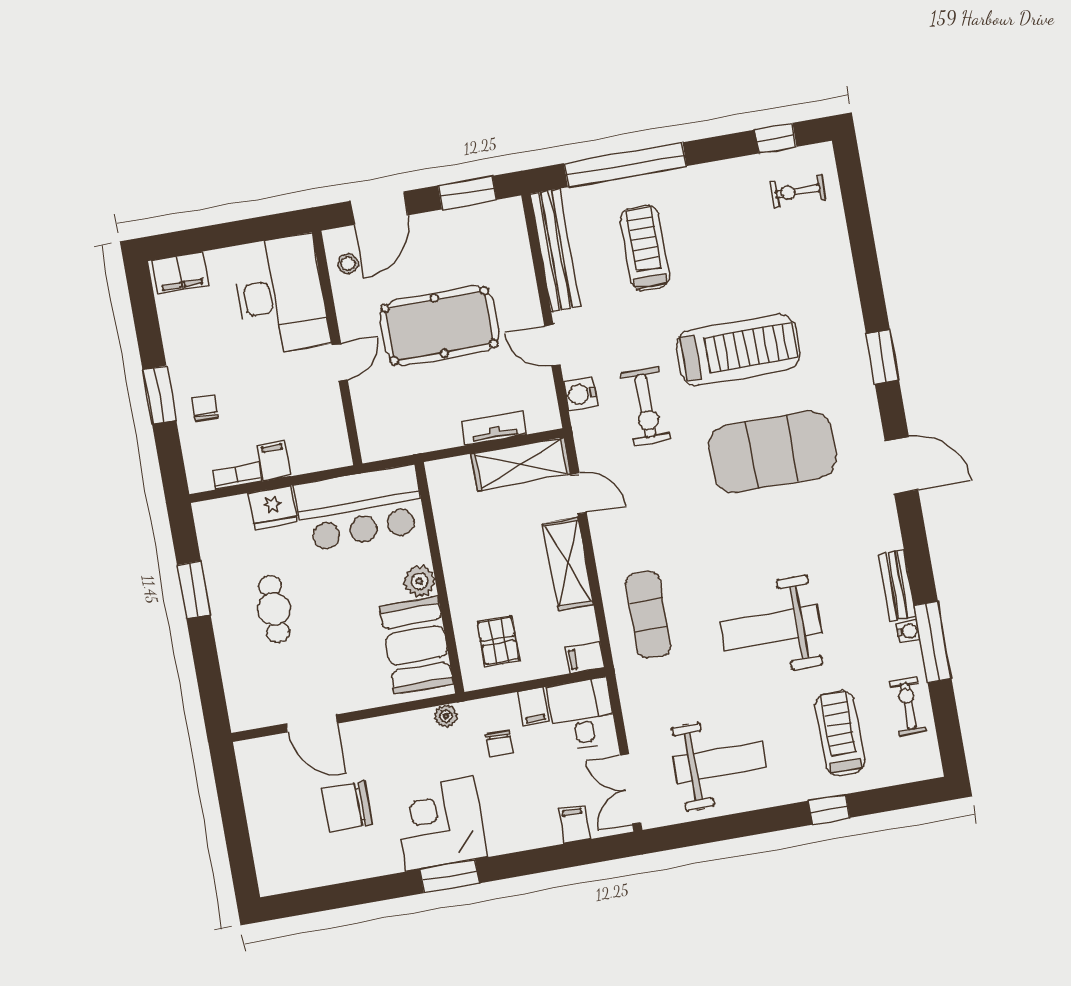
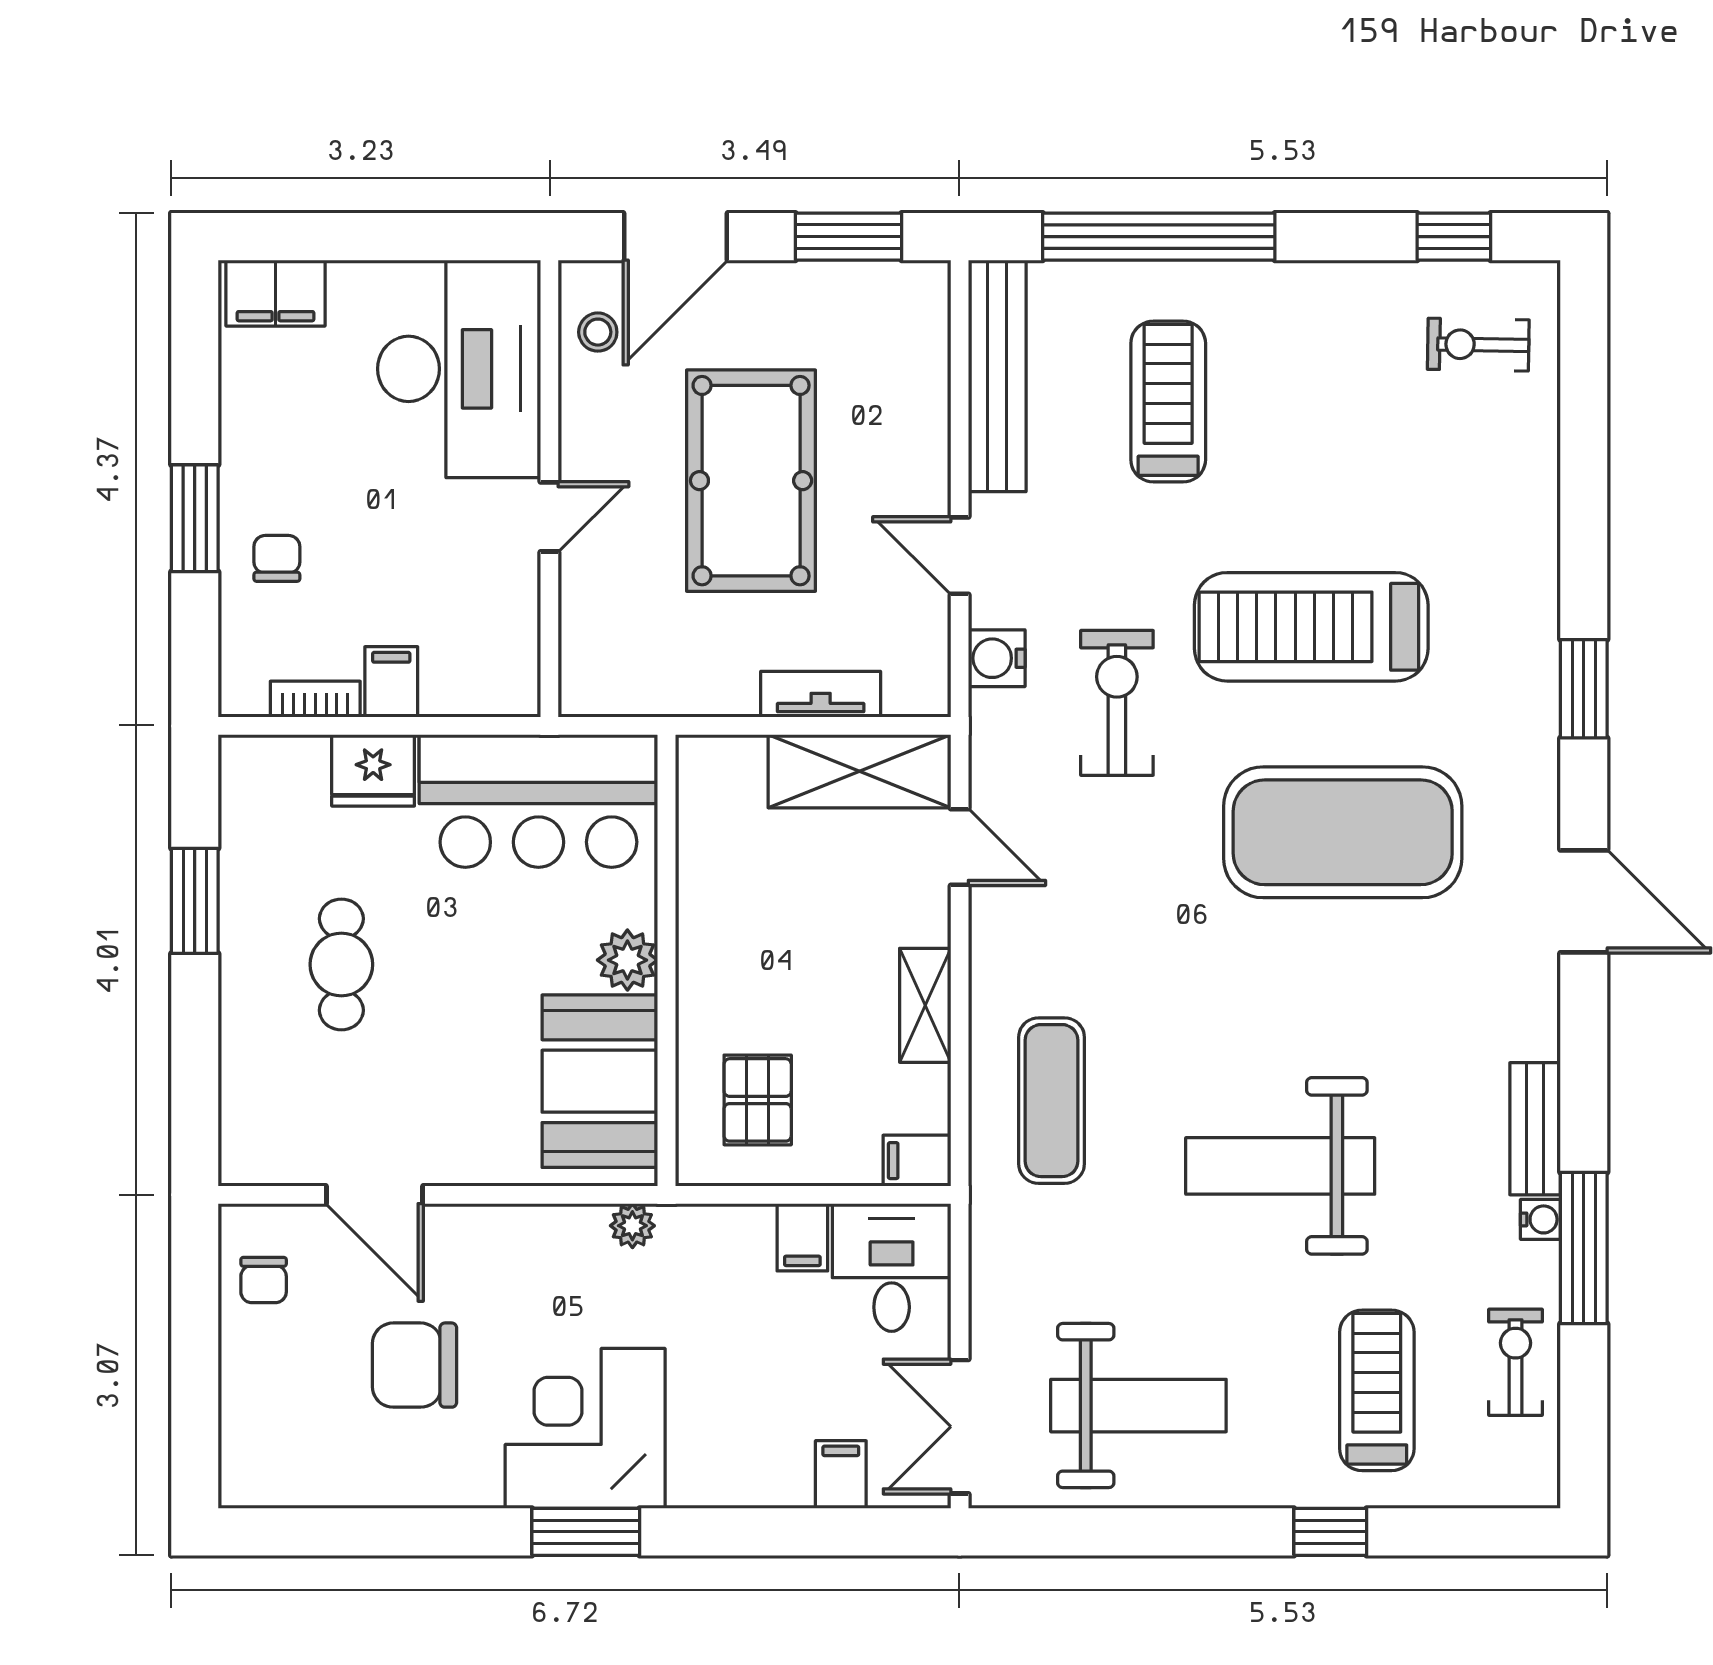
pool table: (439, 326) -> (751, 481), turned 90
treadmill: (738, 350) -> (1311, 627), turned 180
exercise bike: (646, 406) -> (1117, 703), turned 180
shelving: (568, 564) -> (925, 1005), width x0.67, depth x0.75
chair: (499, 744) -> (264, 1280), moved

